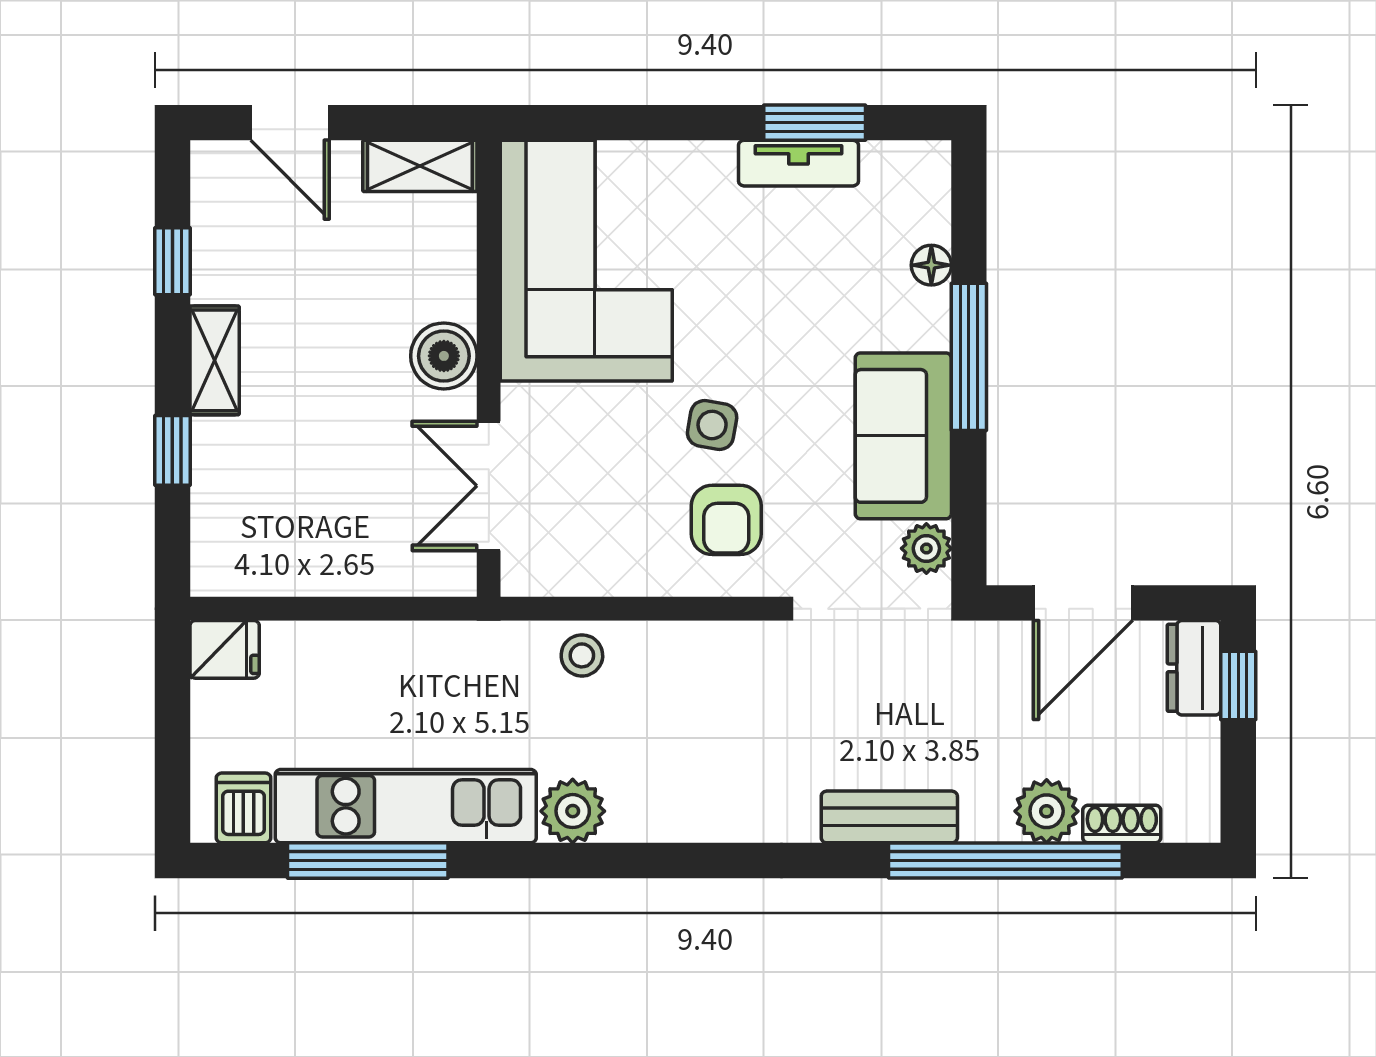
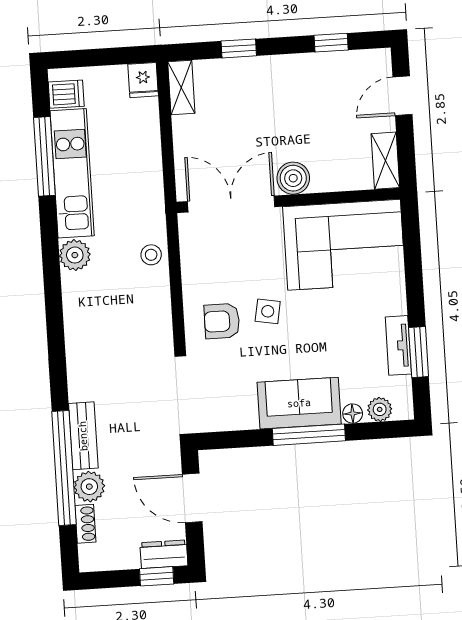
shelving: (215, 360) -> (181, 87), moved, turned 90
sofa: (903, 436) -> (299, 403), moved
double door: (489, 486) -> (231, 204), width x1.37
plant: (926, 548) -> (380, 409), moved
bench: (889, 817) -> (83, 436), moved

